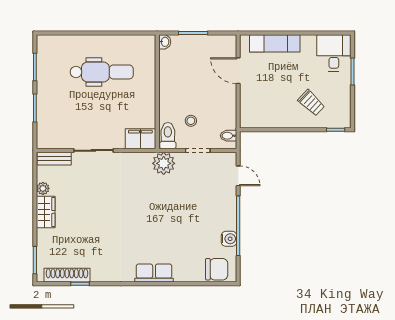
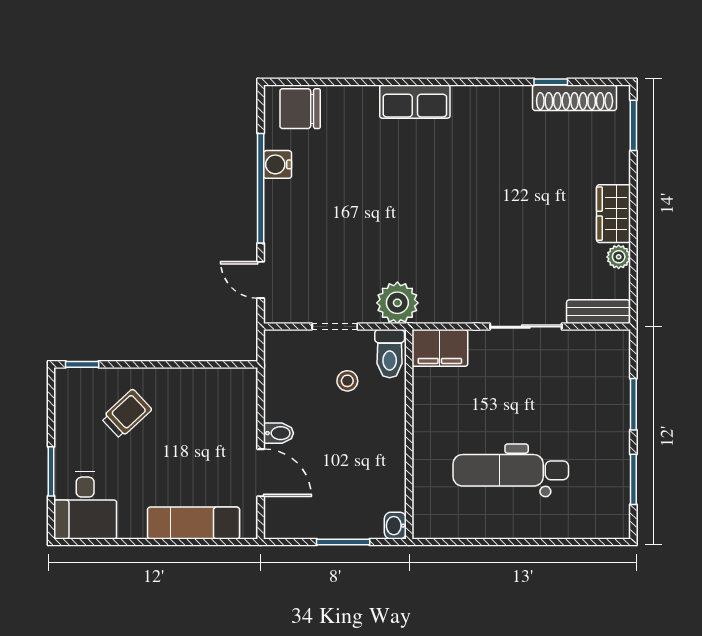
trolley: (311, 103) -> (127, 414), turned 94
bidet: (228, 136) -> (278, 433), moved

